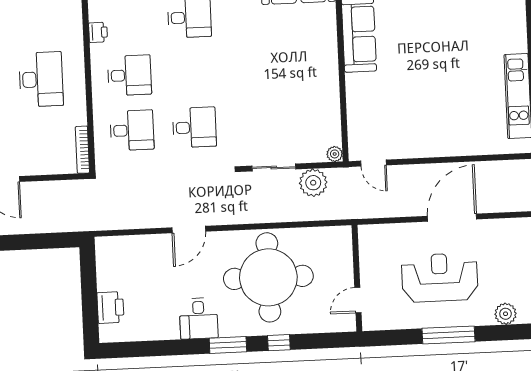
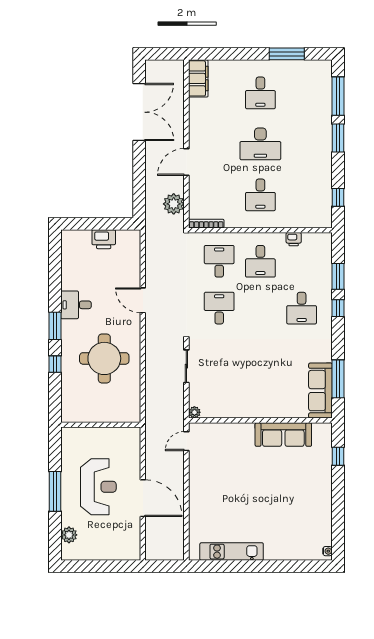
desk: (41, 79) -> (260, 195), width x0.73
desk: (194, 127) -> (219, 308), turned 180
desk: (132, 130) -> (219, 261), turned 180
plant: (313, 183) -> (174, 204), moved
round table: (268, 277) -> (104, 358), width x0.73, depth x0.73
door: (358, 300) -> (84, 425), removed
printer: (110, 308) -> (104, 239), moved

